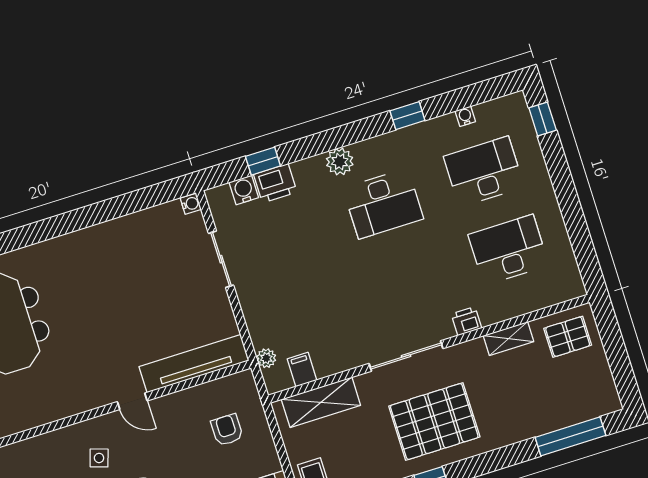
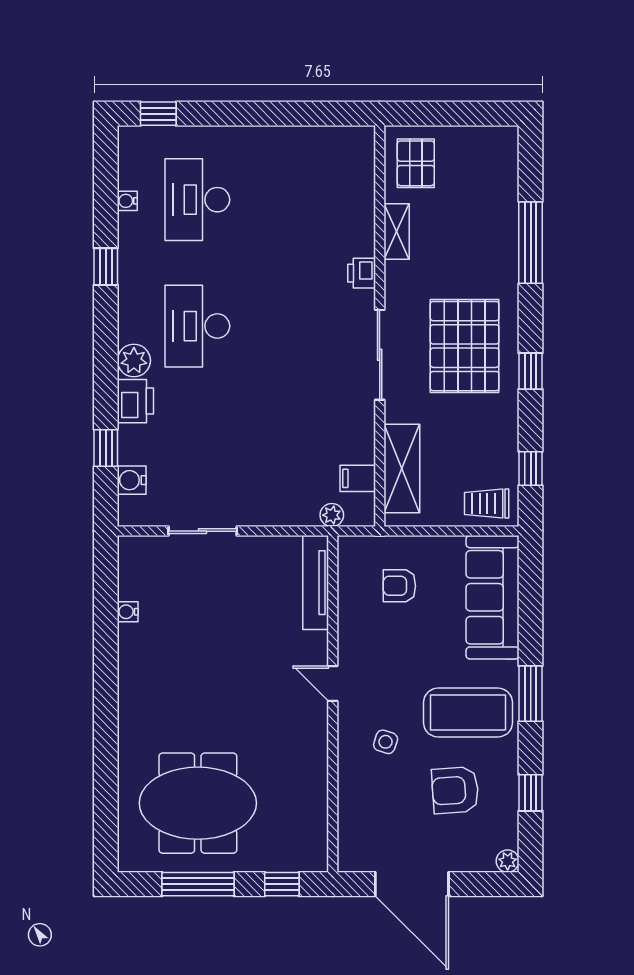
printer: (275, 183) -> (135, 401), moved
desk: (383, 203) -> (197, 326), turned 180
water cooler: (191, 204) -> (128, 612), moved, turned -90
desk: (508, 250) -> (295, 200), removed
tv unit: (194, 364) -> (316, 583), width x0.73, depth x0.78
door: (132, 401) -> (333, 683), swing flipped
window: (570, 436) -> (531, 243), moved

